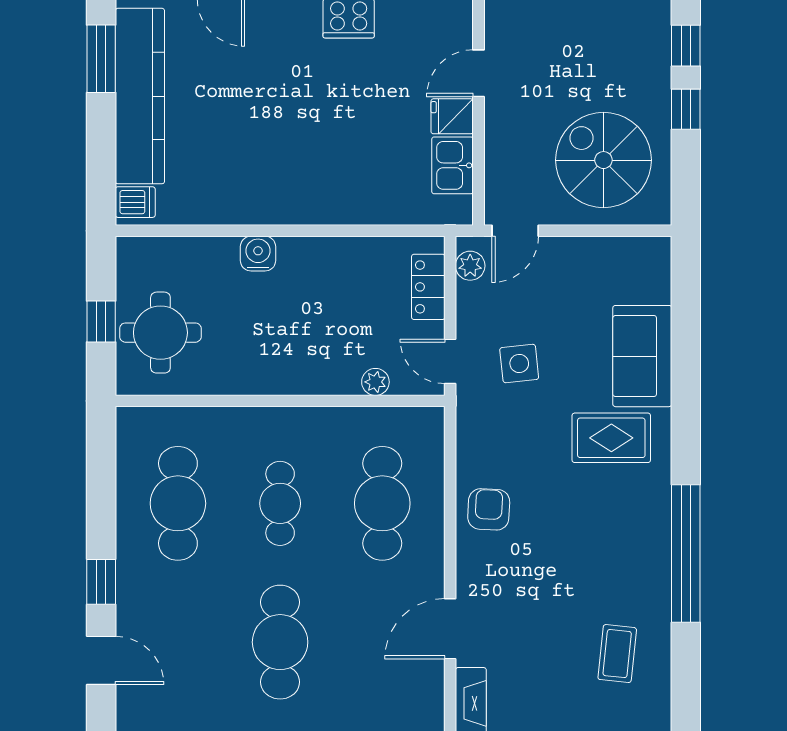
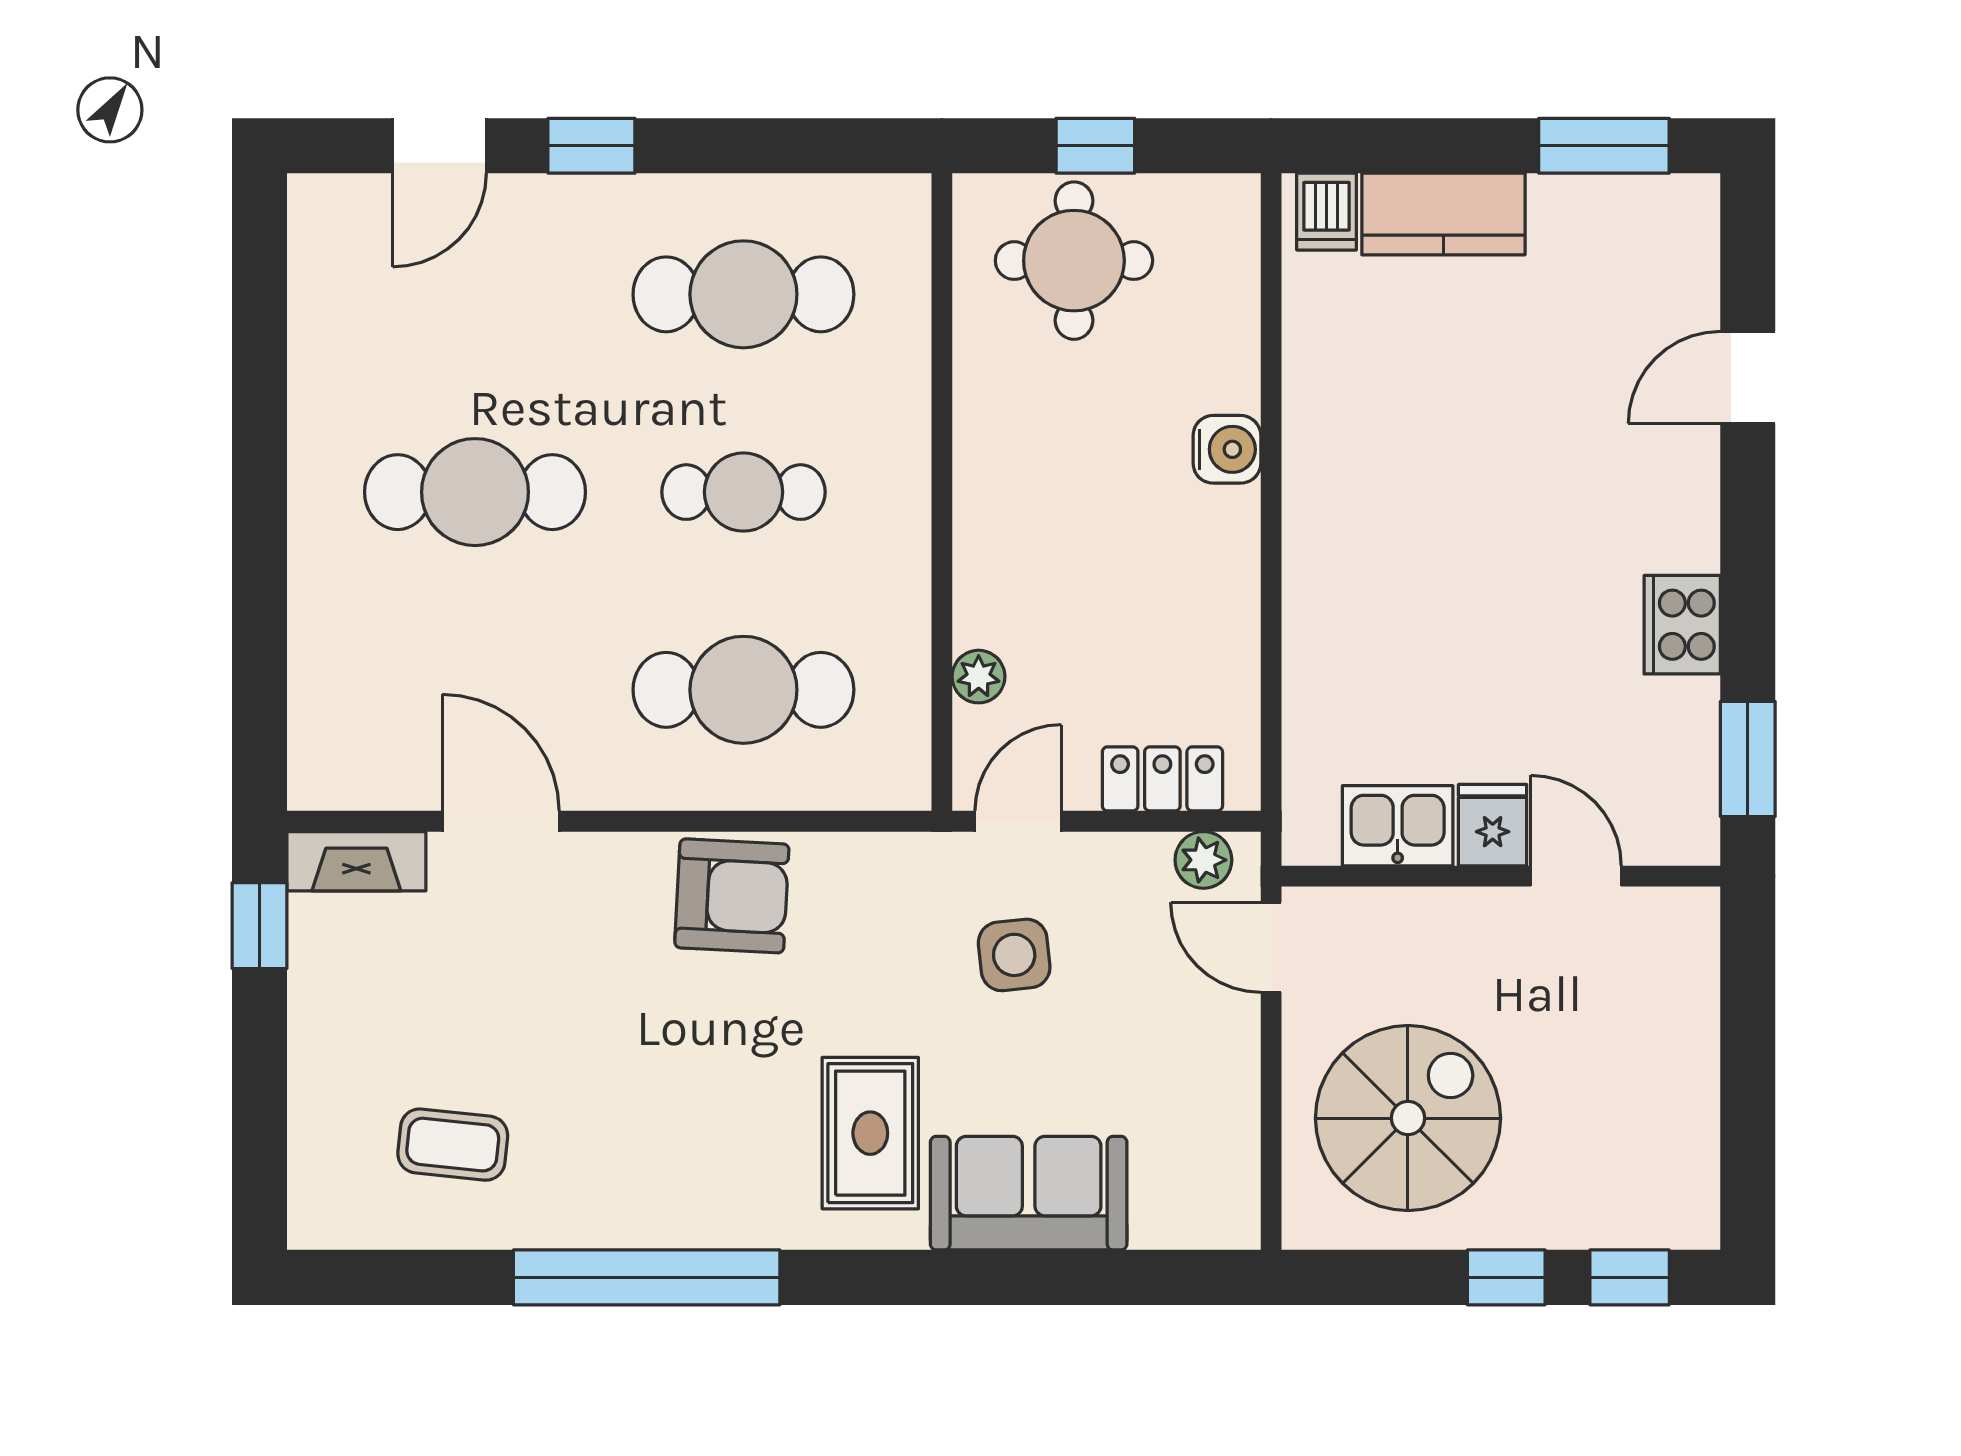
kitchen counter: (140, 96) -> (1443, 214), width x0.48, depth x0.86
armchair: (489, 509) -> (732, 896), width x1.38, depth x1.38

